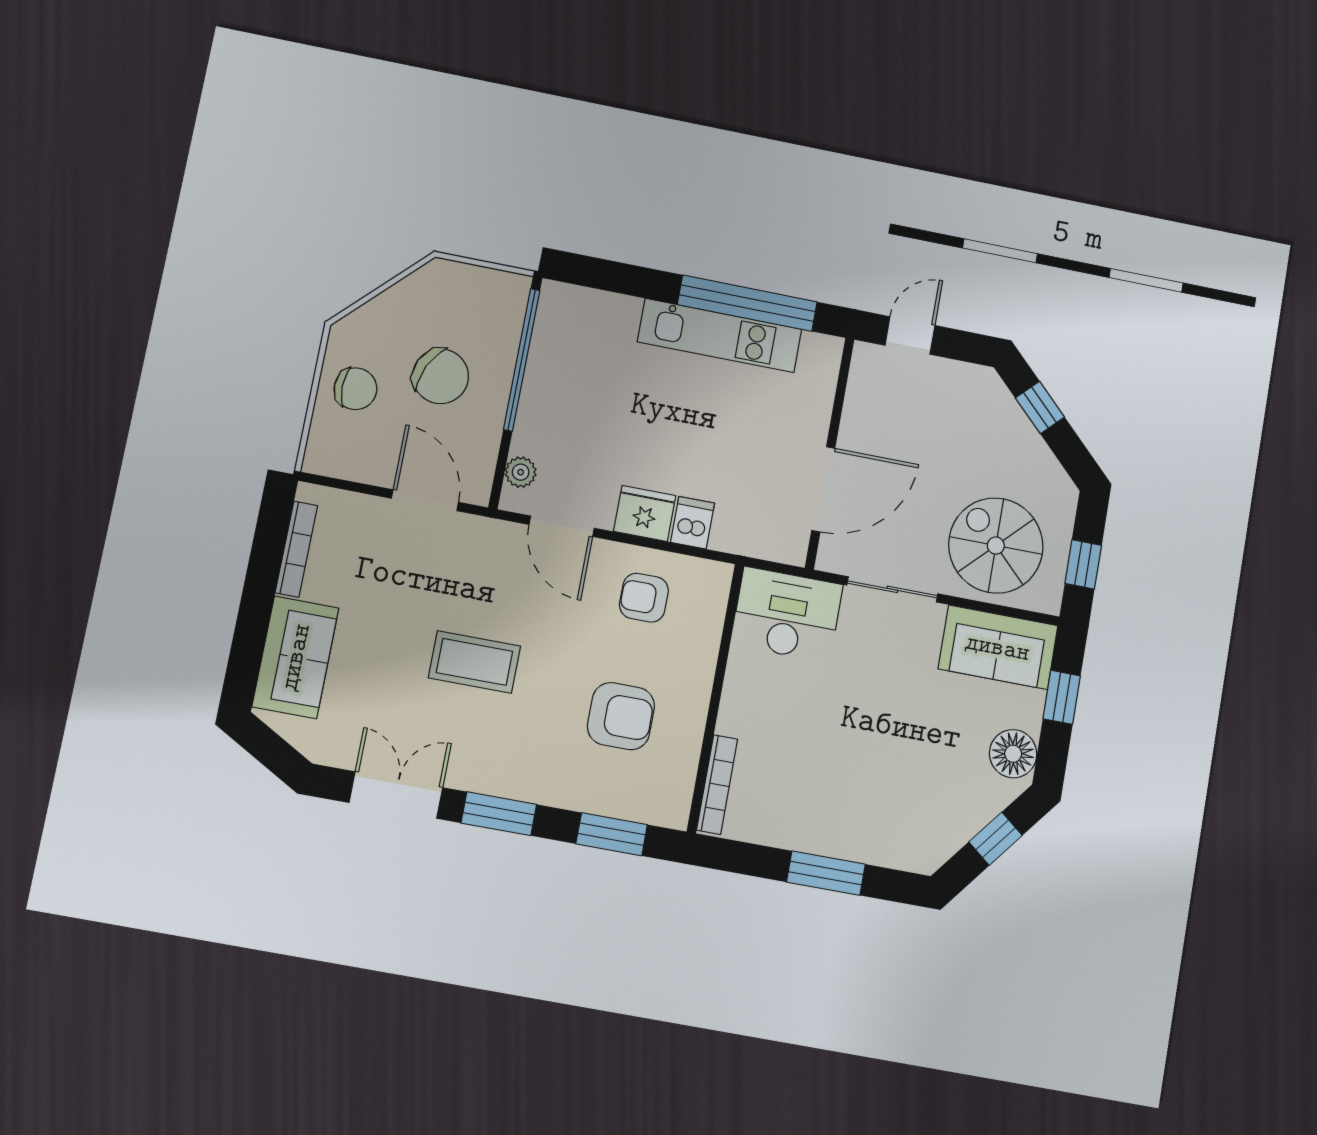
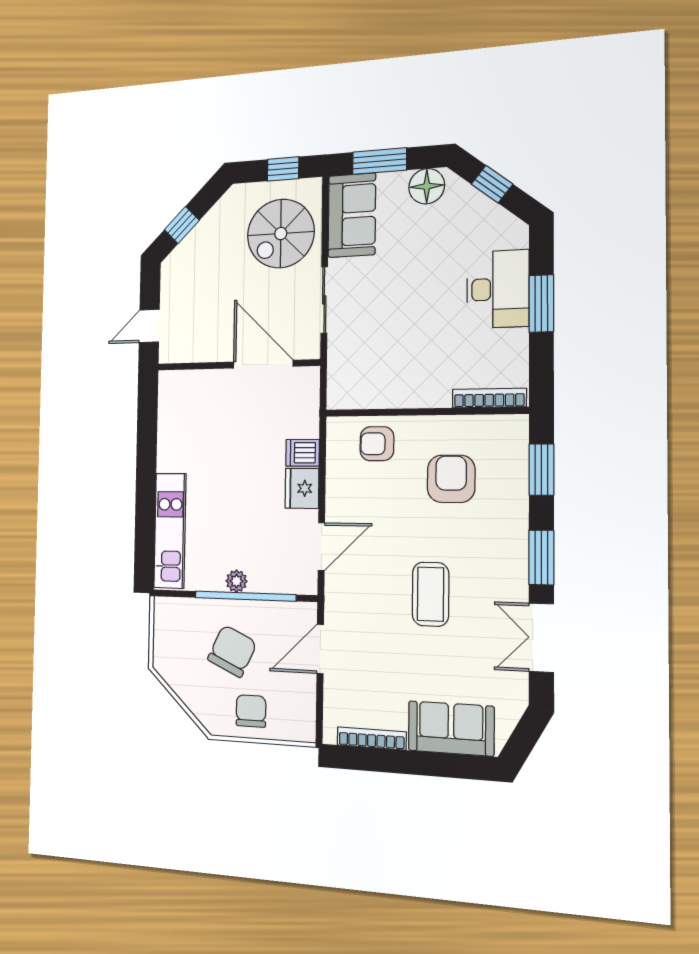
window: (747, 303) -> (147, 443), removed
kitchen unit: (720, 335) -> (170, 531), moved
door: (910, 335) -> (149, 326), hinge flipped
window: (522, 360) -> (245, 596), moved
plant: (521, 472) -> (236, 581), moved
armchair: (644, 598) -> (377, 444), moved, turned 90
desk: (787, 614) -> (498, 289), moved, turned 180
window: (1062, 697) -> (379, 161), width x1.50

